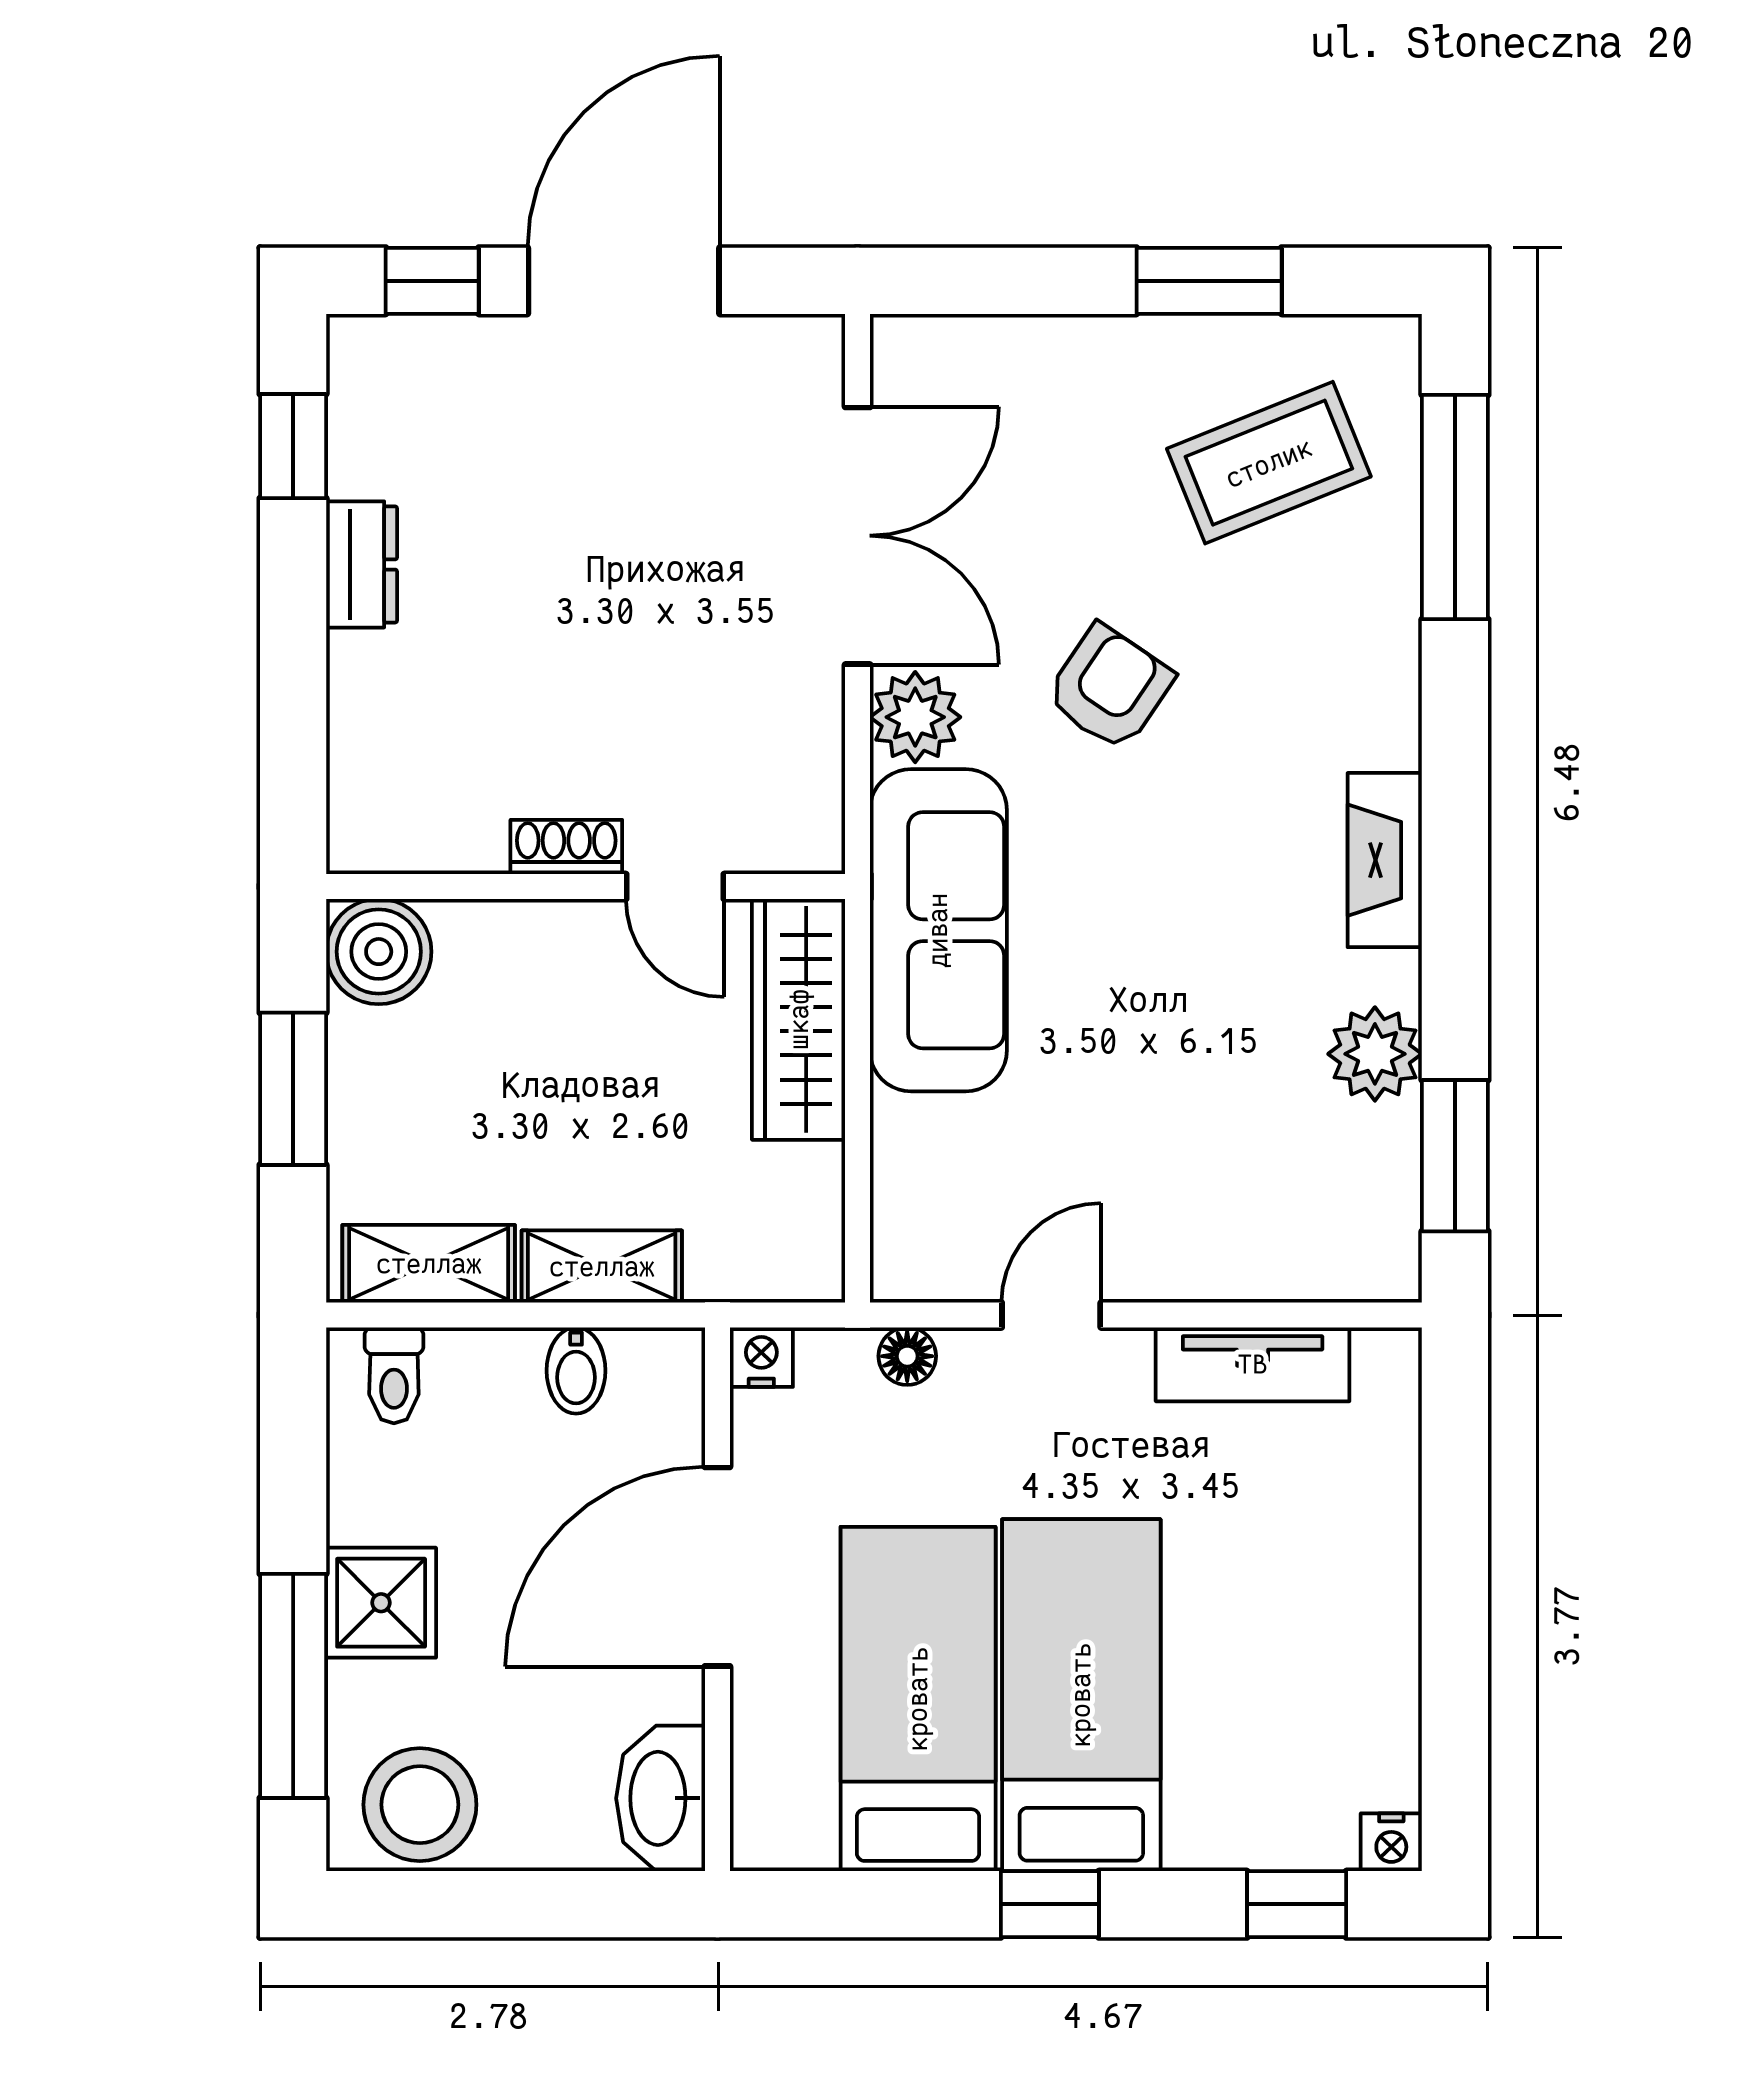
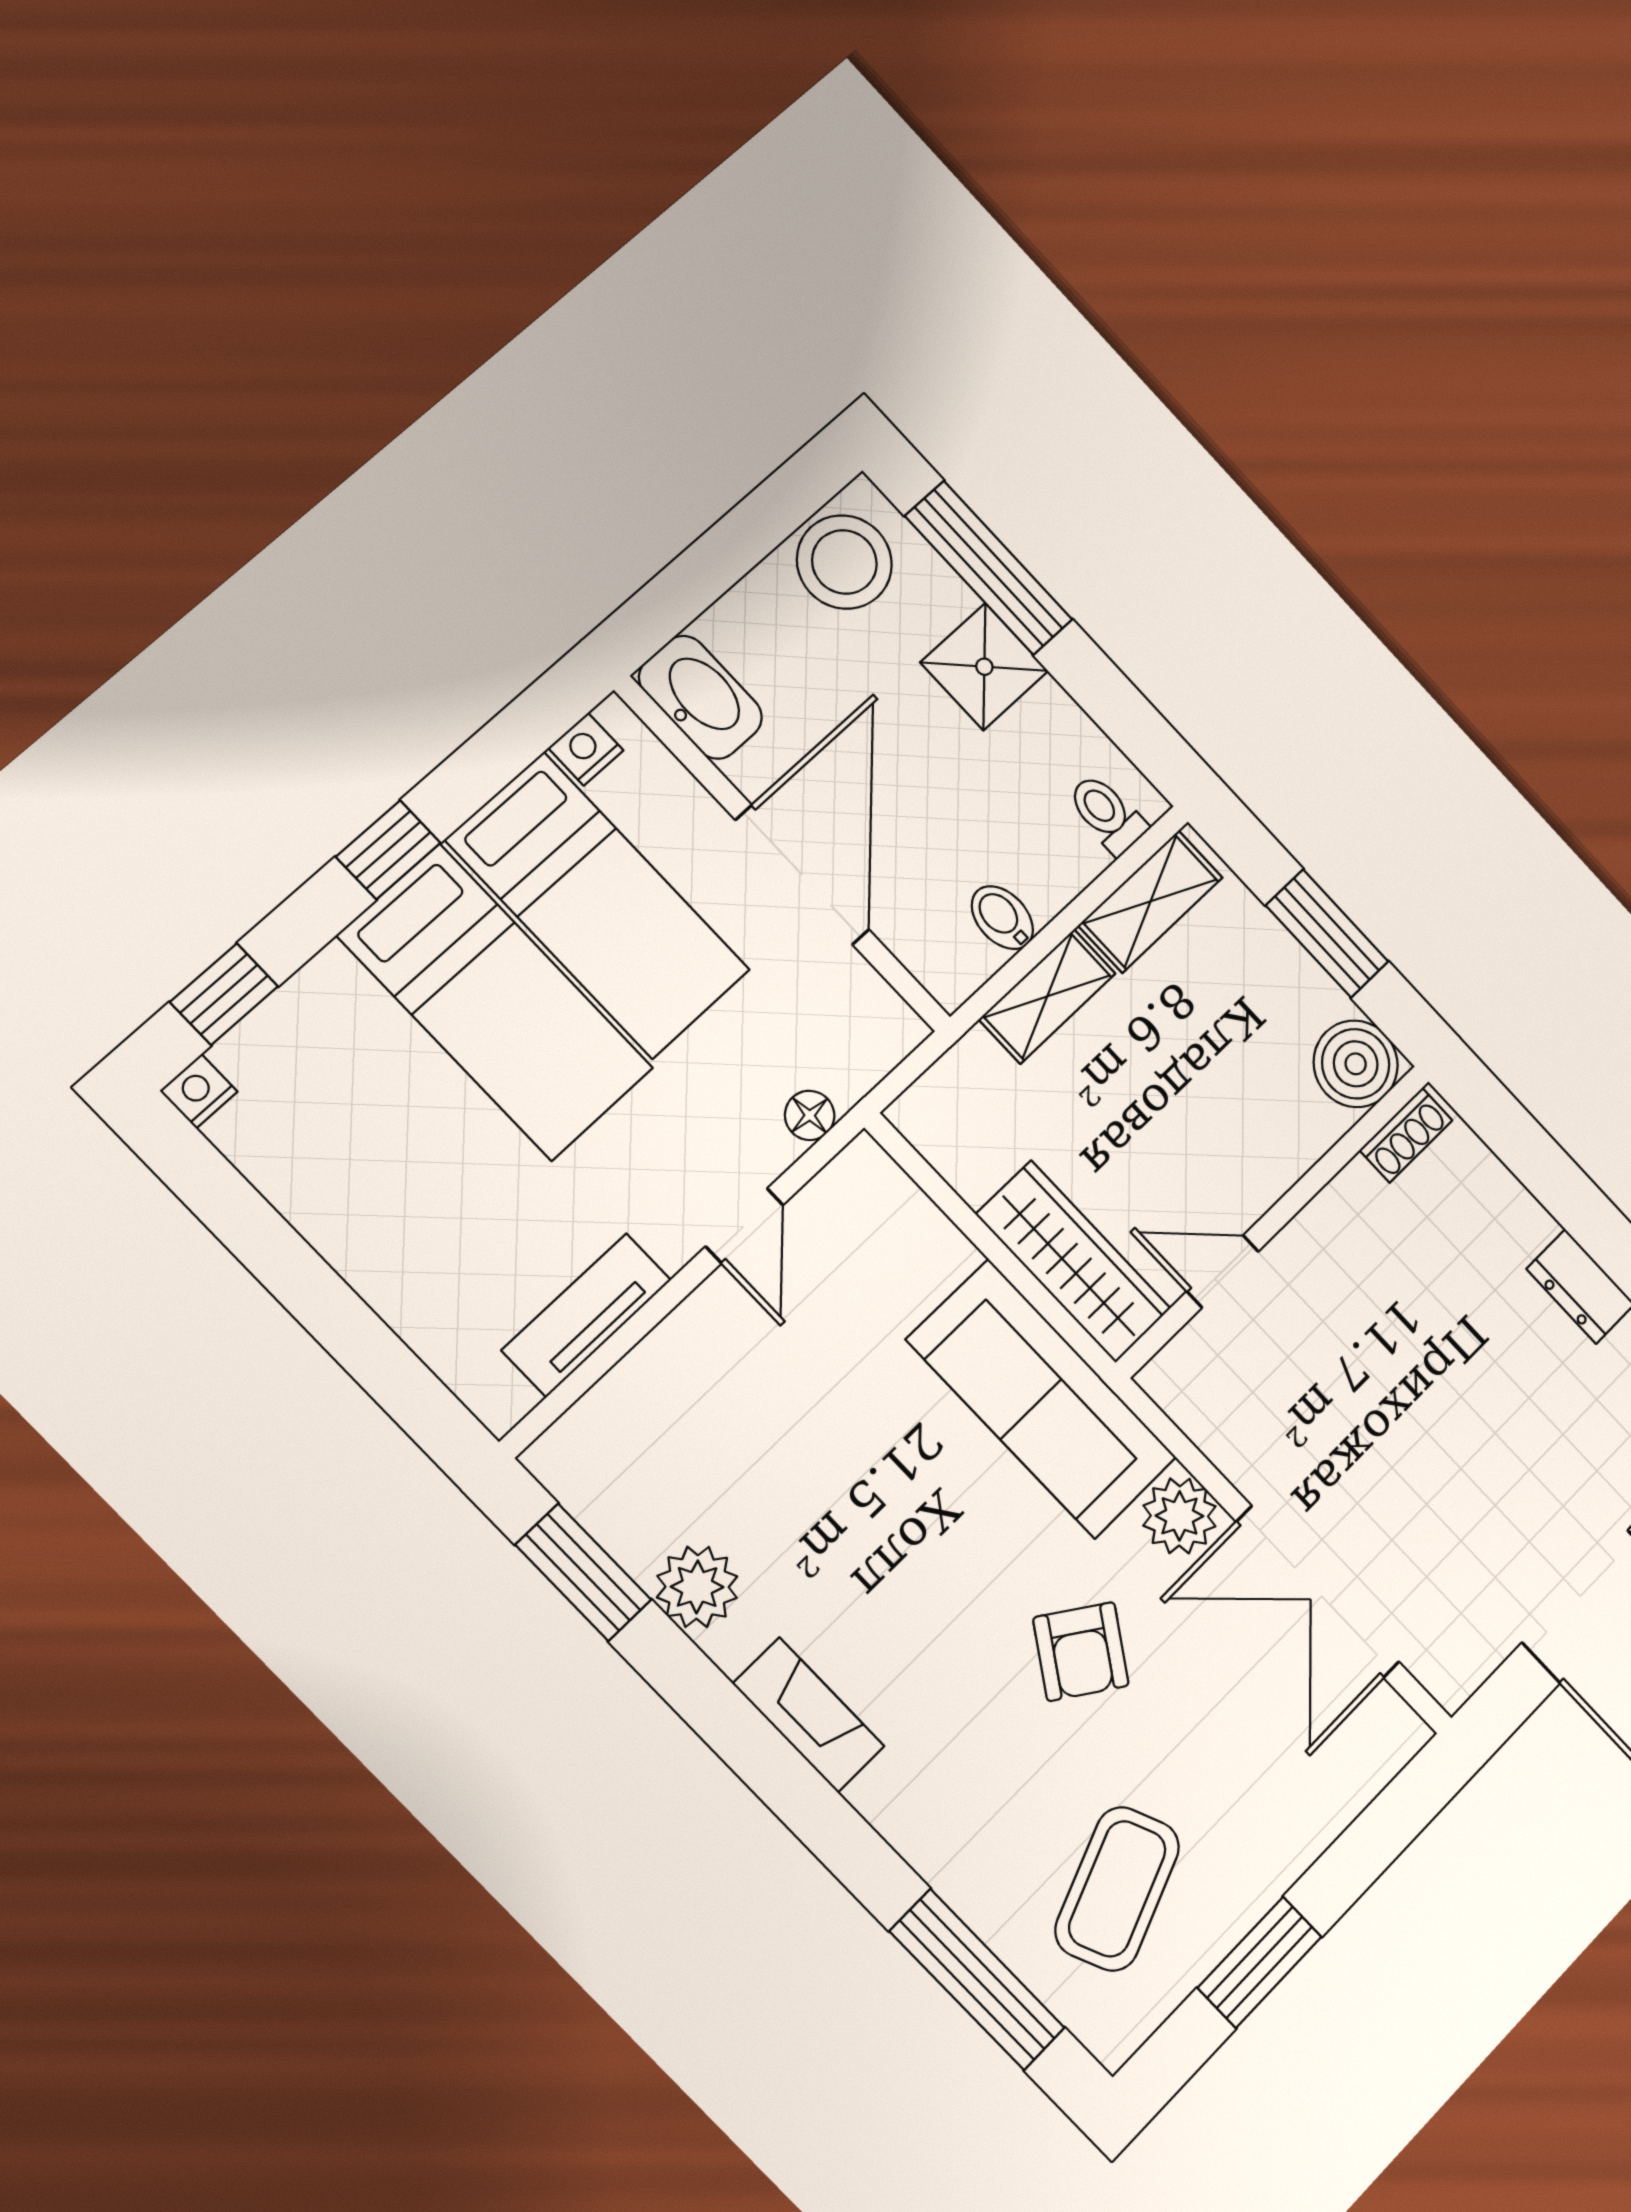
shoe rack: (566, 847) -> (1406, 1135), moved
nightstand: (761, 1357) -> (586, 749), moved, turned 180

